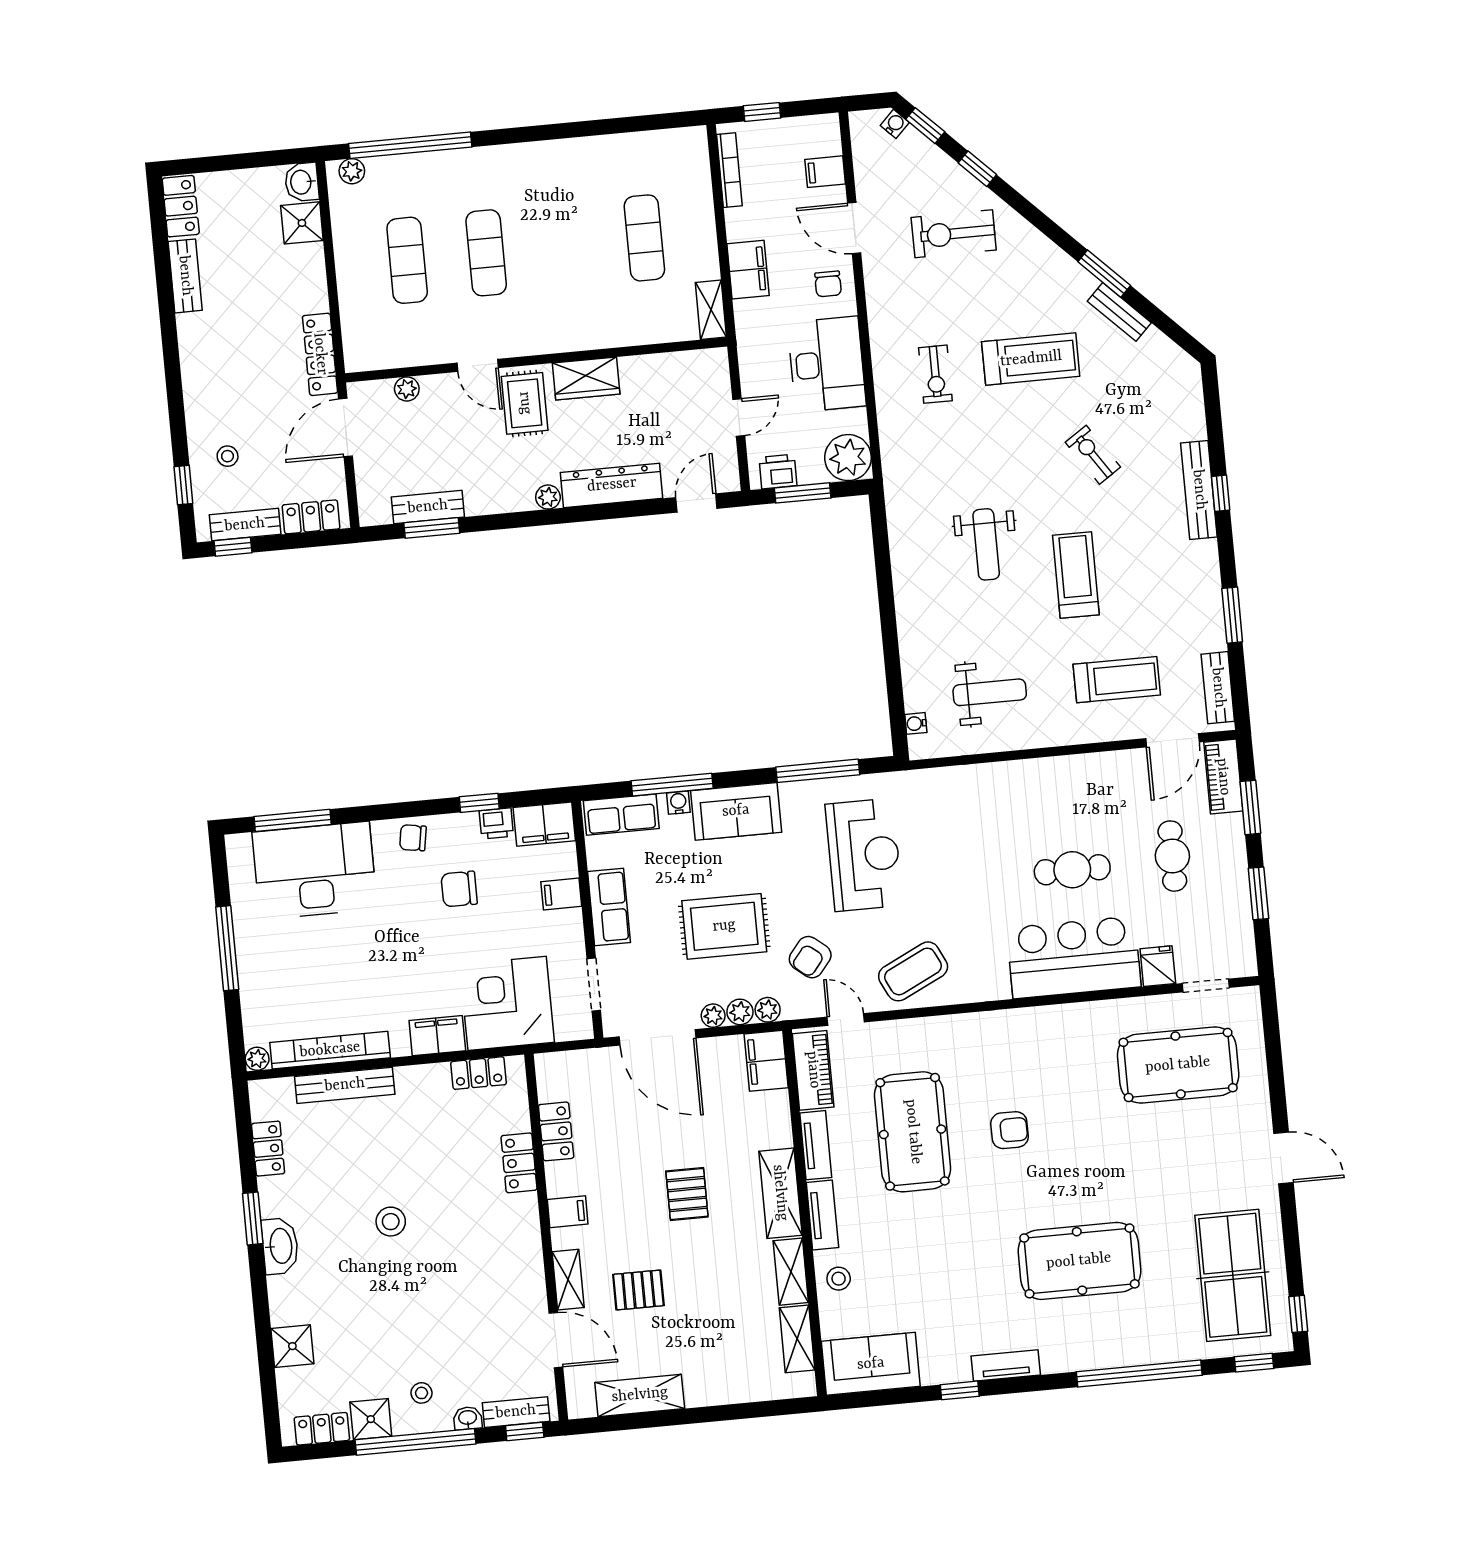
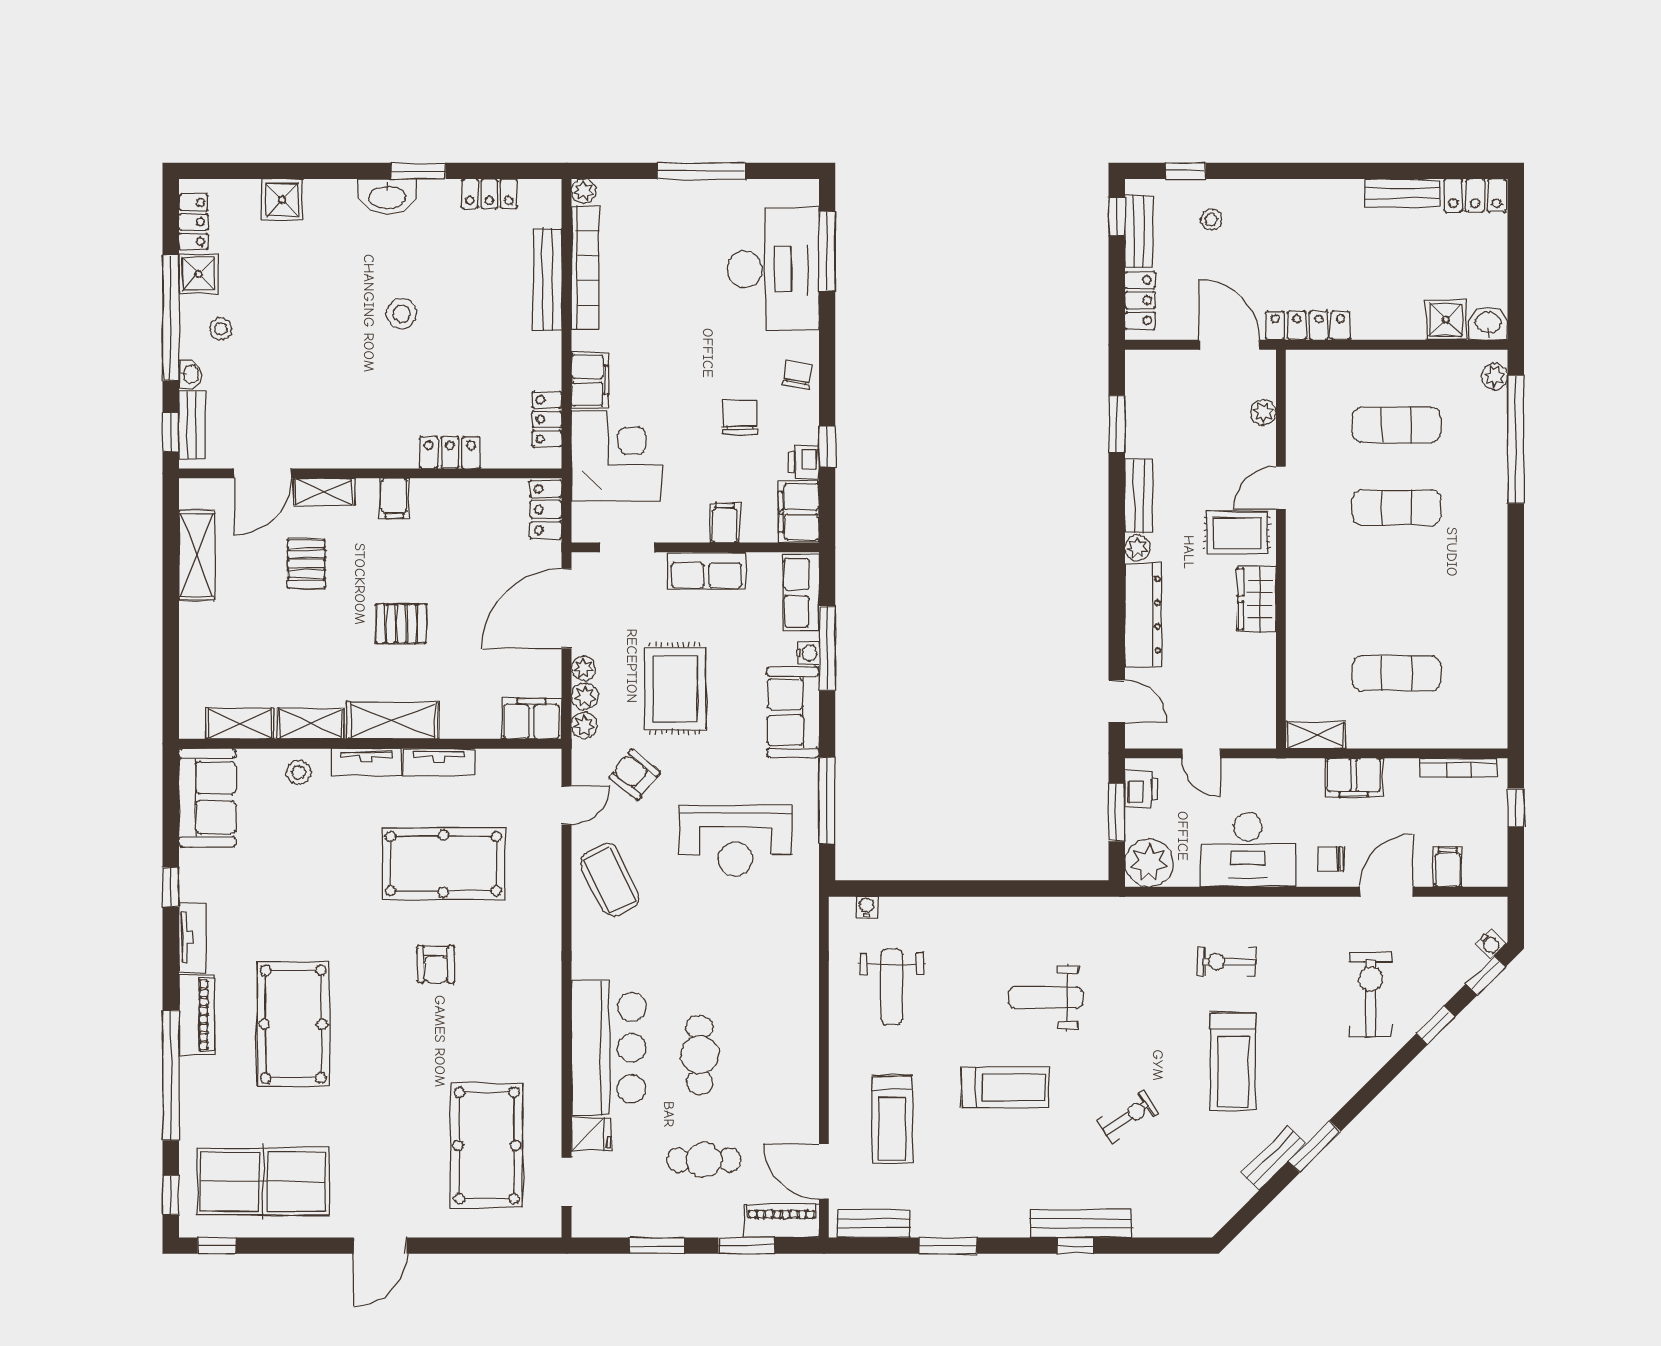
bench: (428, 507) -> (1139, 496), moved
piano: (813, 1070) -> (197, 1015), moved, turned -90
locker: (556, 1131) -> (546, 509), moved, turned 90

